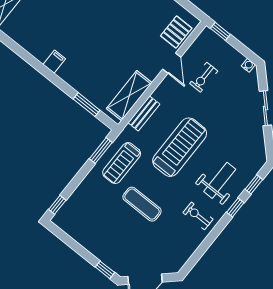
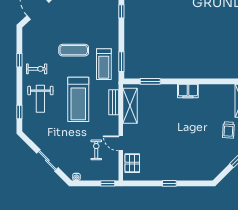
filing cabinet: (54, 62) -> (188, 91), width x2.00
treadmill: (122, 163) -> (104, 64), turned 180
window: (235, 208) -> (19, 60), moved

